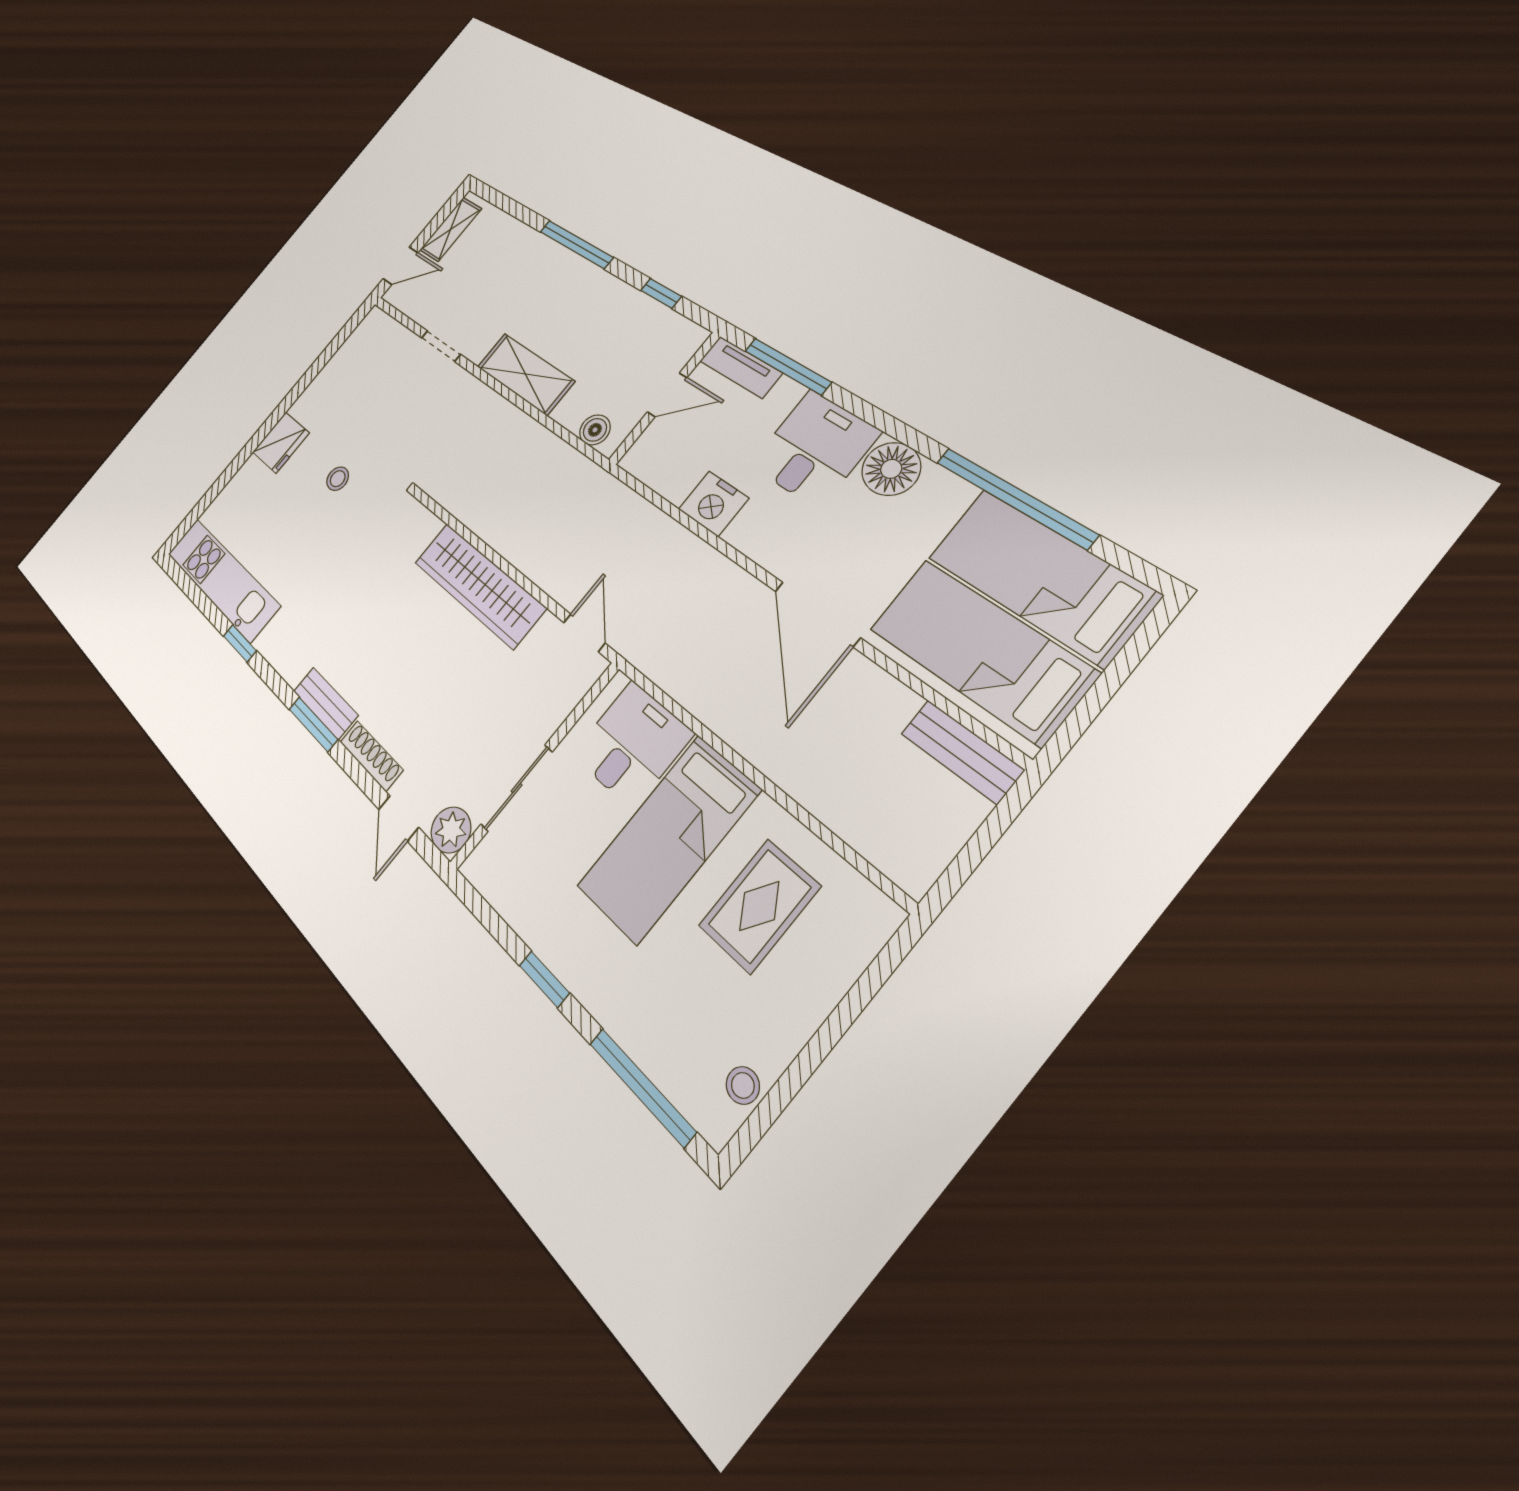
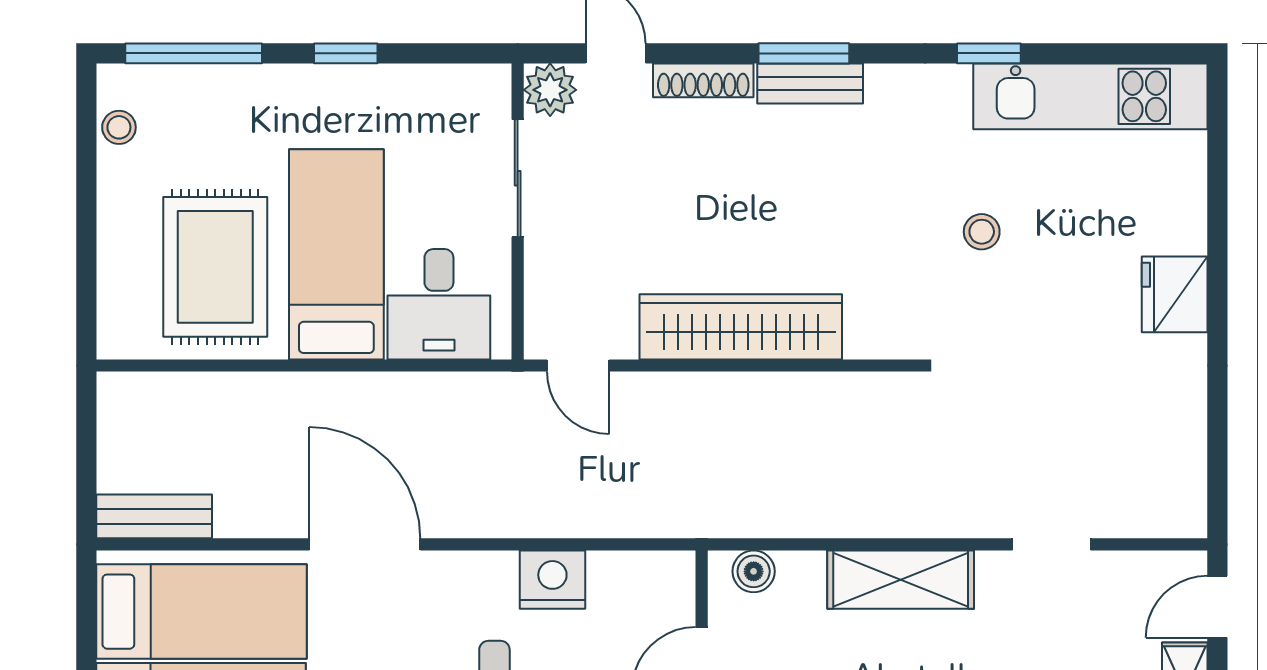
stool: (338, 479) -> (982, 232), moved
rug: (759, 906) -> (215, 267), width x1.36, depth x1.43

